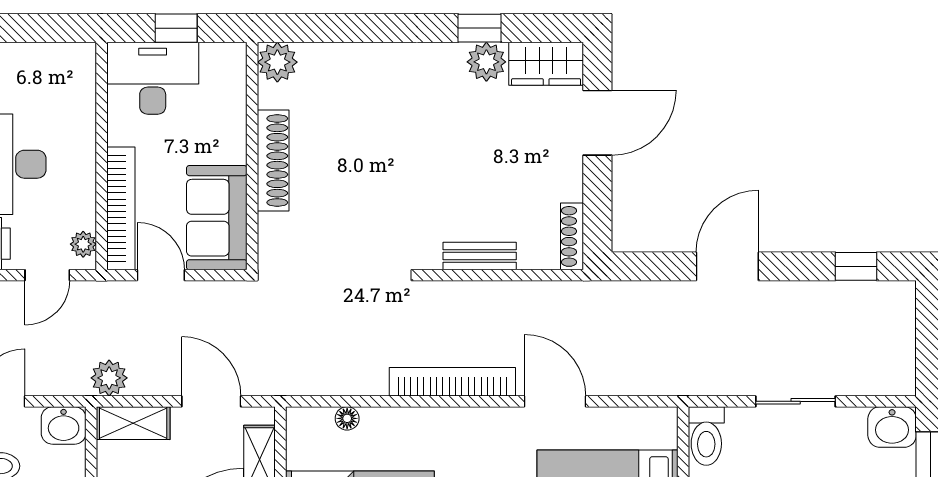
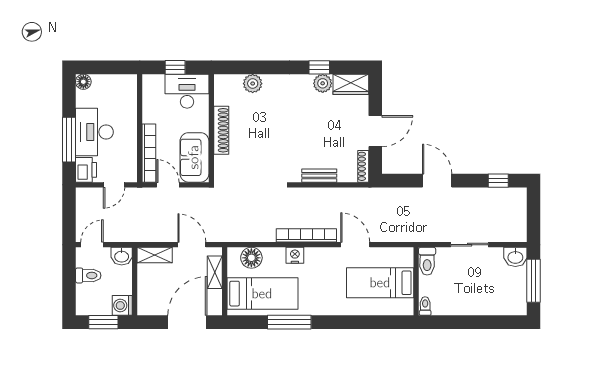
plant: (277, 62) -> (253, 84), moved
desk: (153, 78) -> (187, 91), moved
door: (597, 123) -> (375, 131), moved
plant: (83, 244) -> (131, 170), removed
door: (727, 266) -> (437, 181), hinge flipped
plant: (109, 378) -> (143, 234), removed
floor lamp: (347, 418) -> (251, 258), width x1.89, depth x1.89
nightstand: (428, 424) -> (295, 255), added

